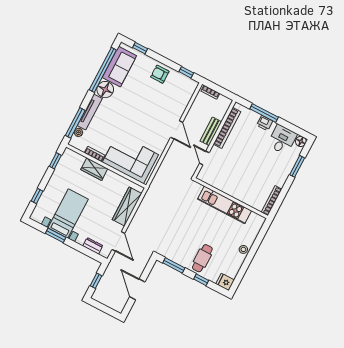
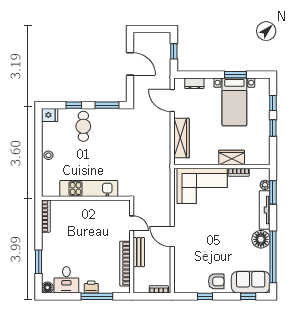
sofa: (119, 67) -> (251, 282), moved, turned 90
window: (186, 72) -> (205, 296), moved
window: (75, 123) -> (273, 192), width x0.69
window: (55, 161) -> (273, 128), moved

